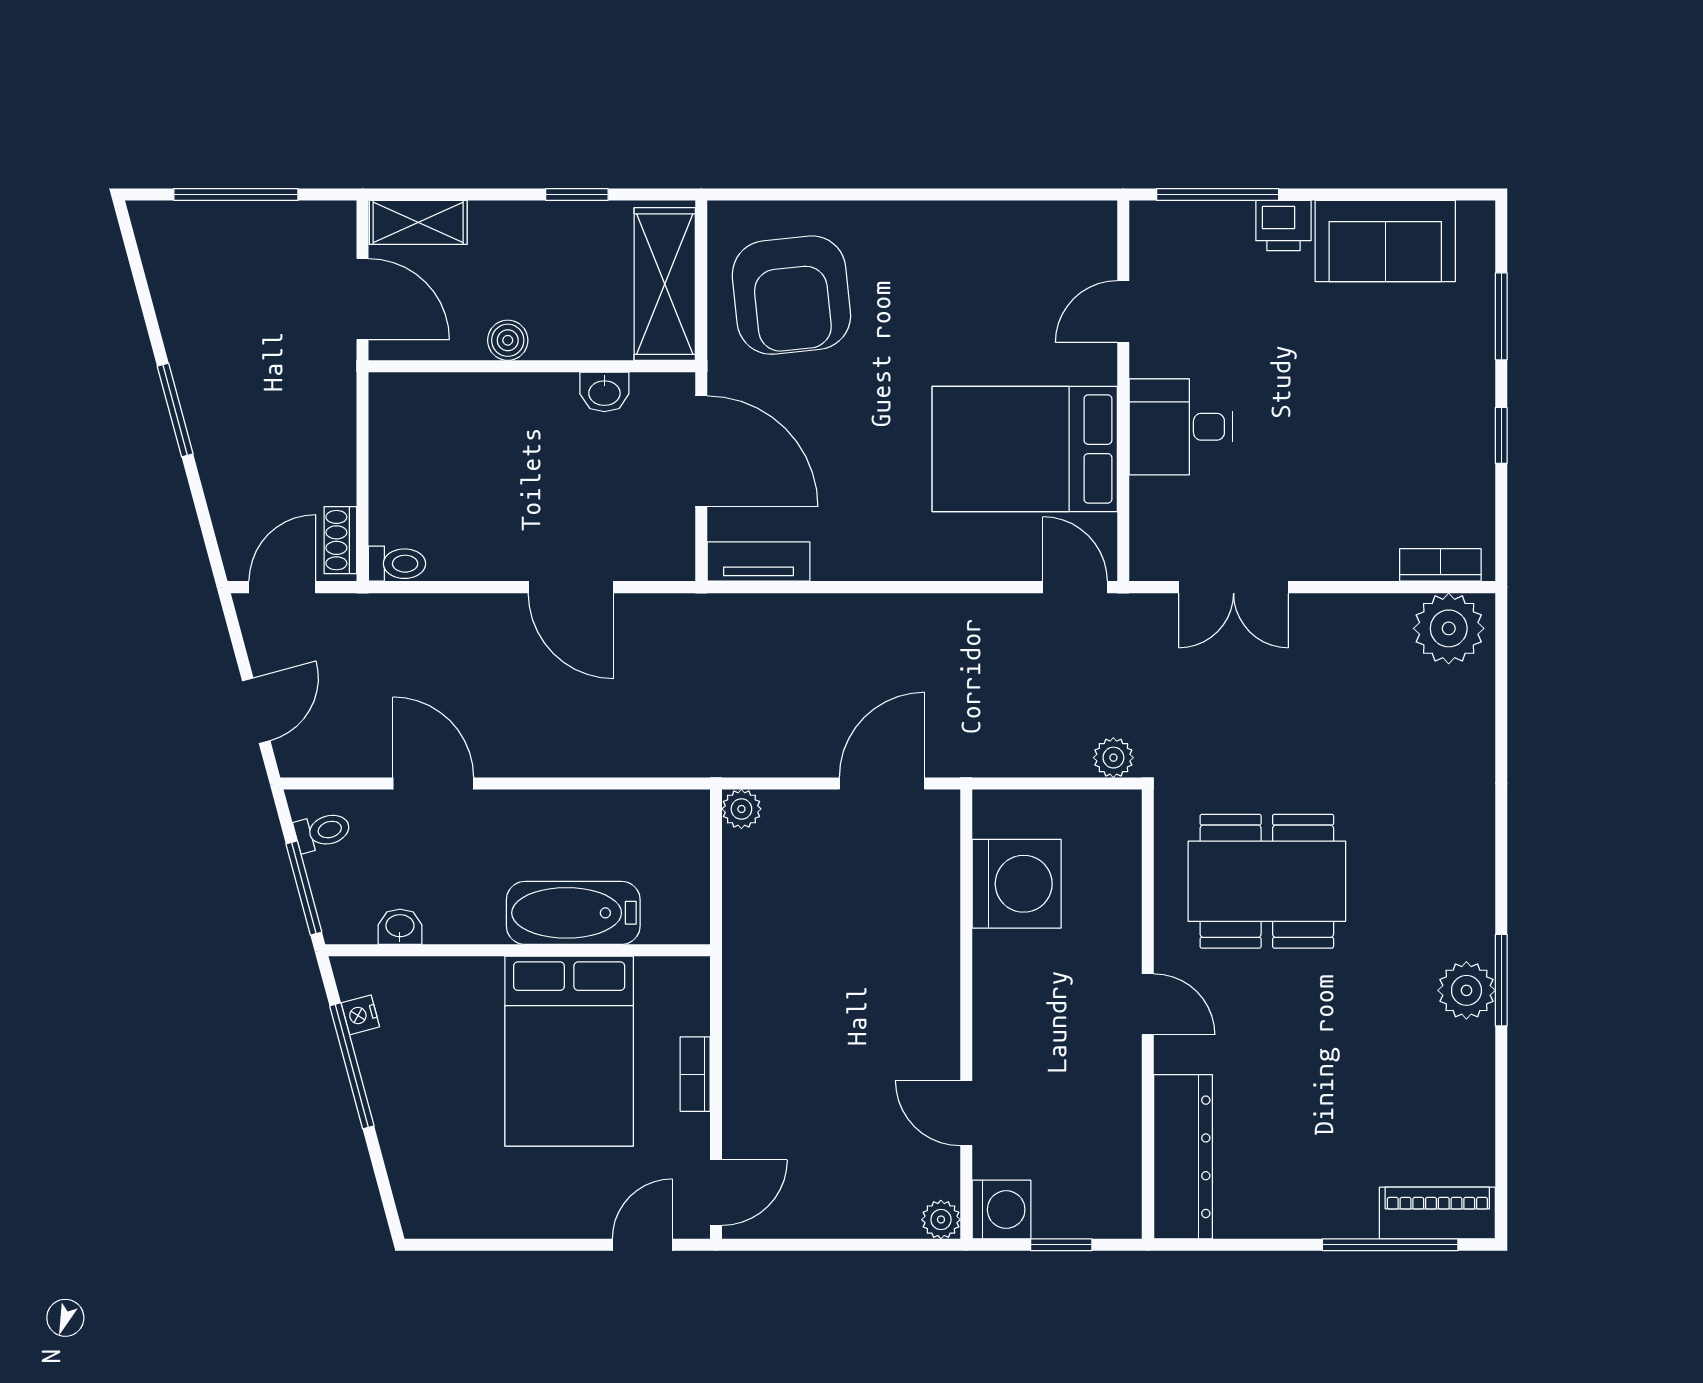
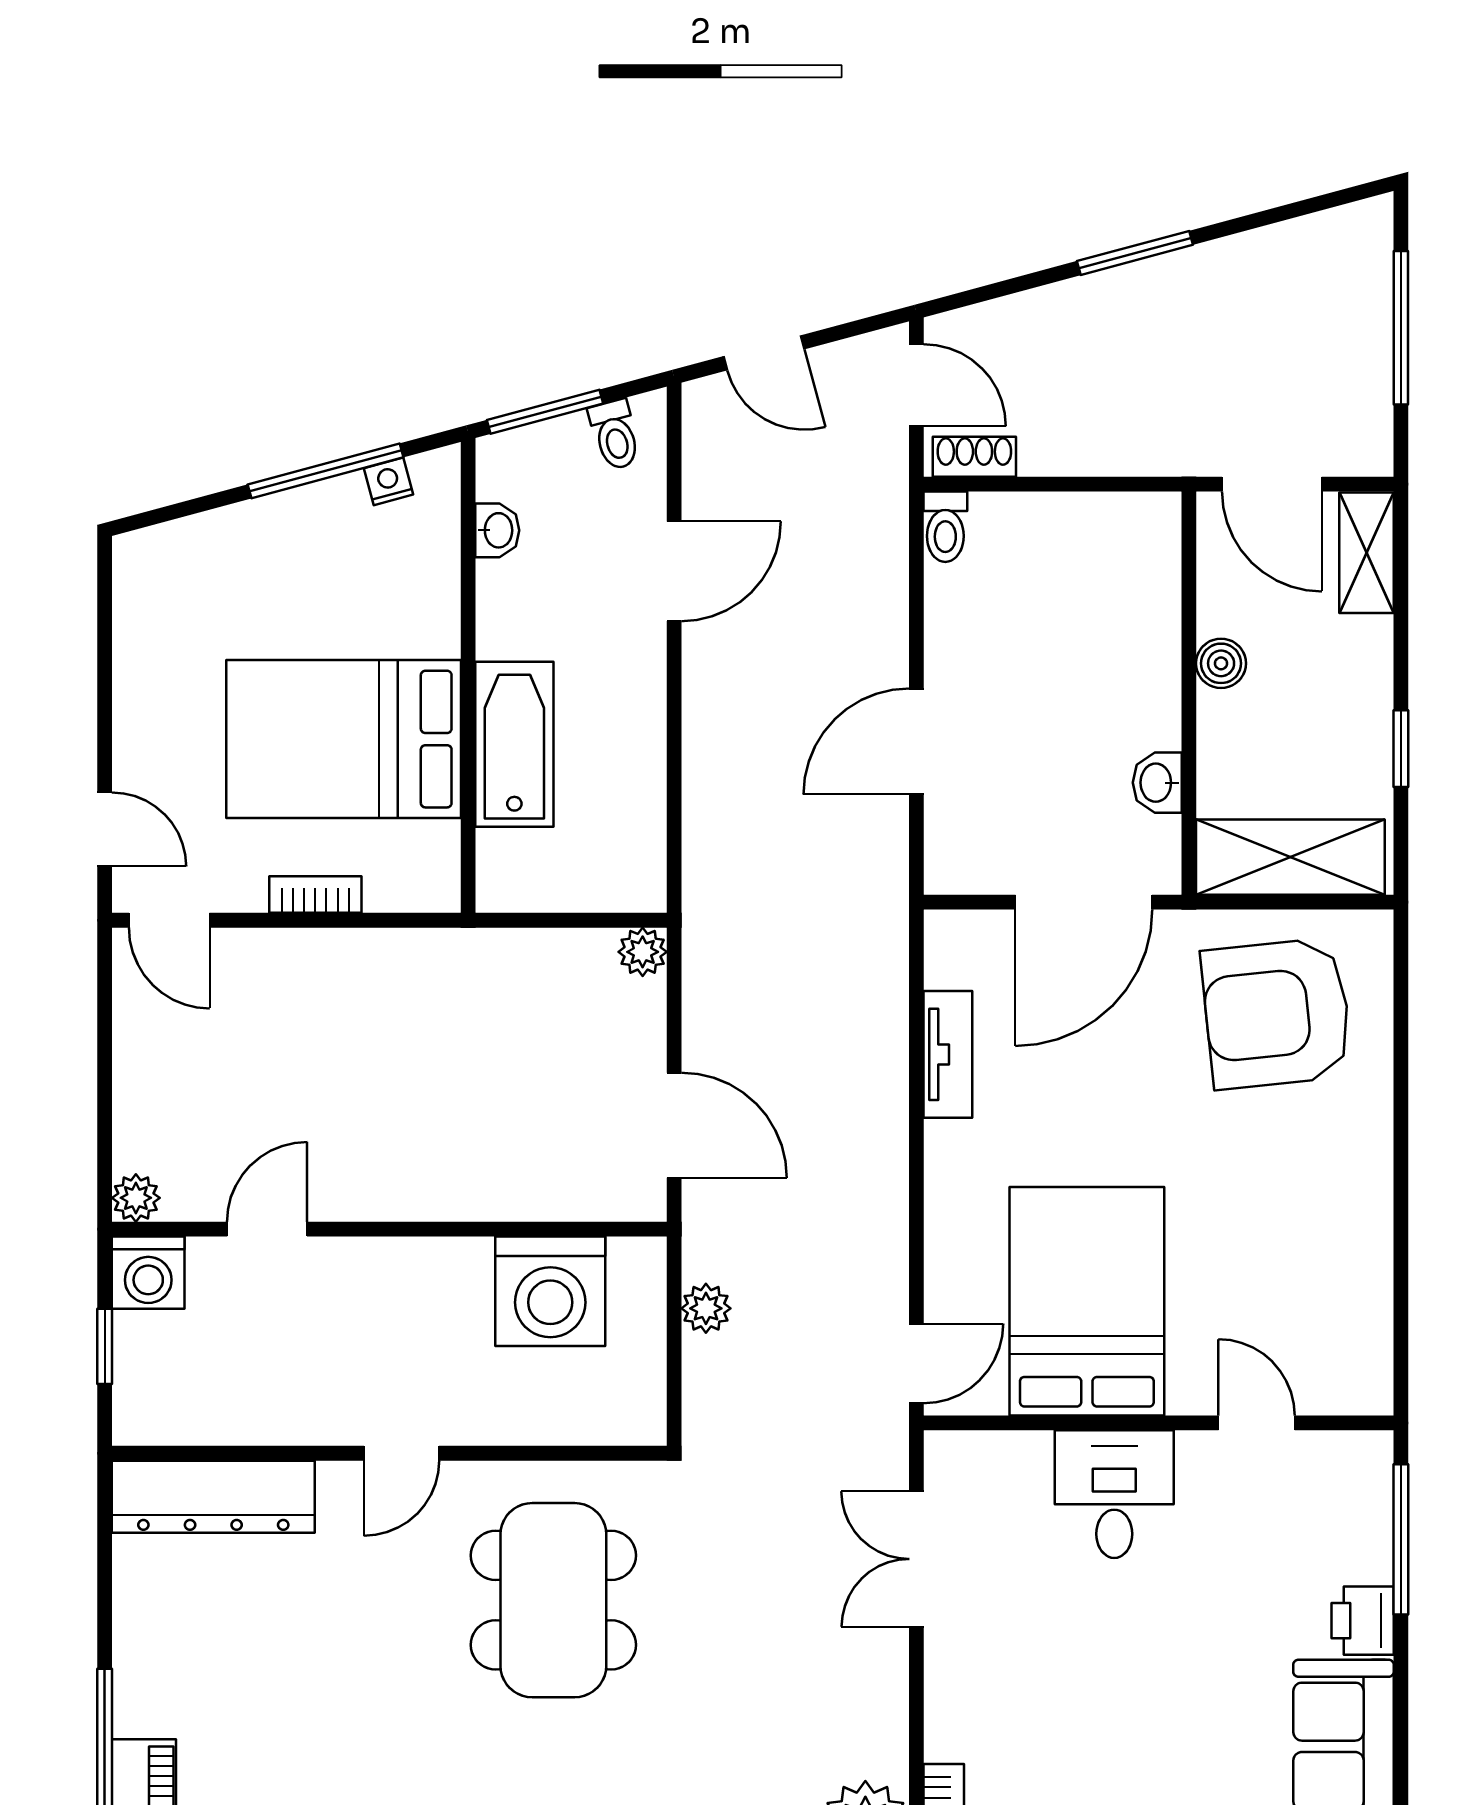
door: (363, 299) -> (1272, 484), hinge flipped
tv unit: (759, 562) -> (948, 1054), moved
plant: (1113, 758) -> (706, 1308), moved

